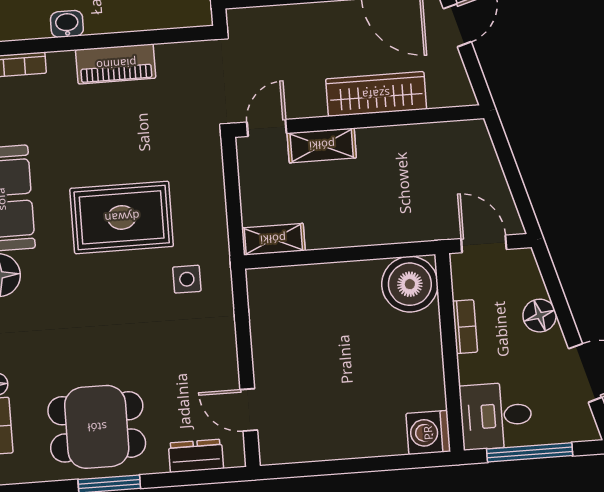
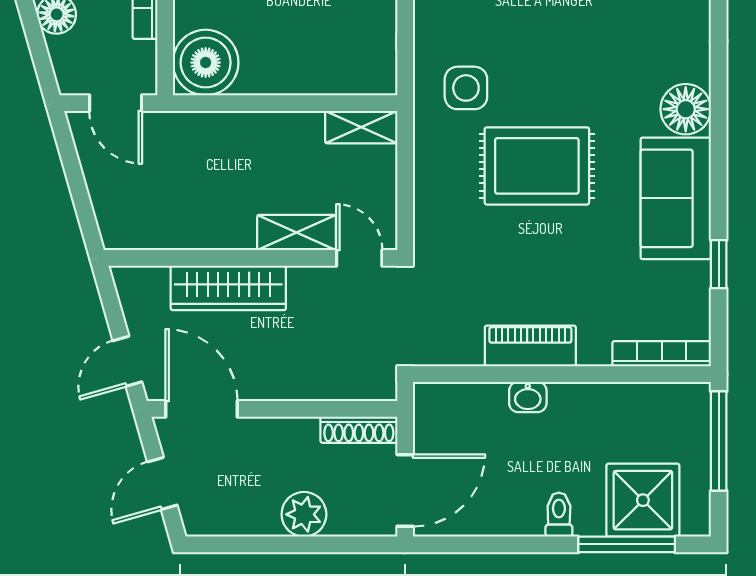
washbasin: (67, 24) -> (528, 397), moved
door: (267, 128) -> (359, 258), swing flipped
side table: (187, 279) -> (466, 88), width x1.37, depth x1.37

